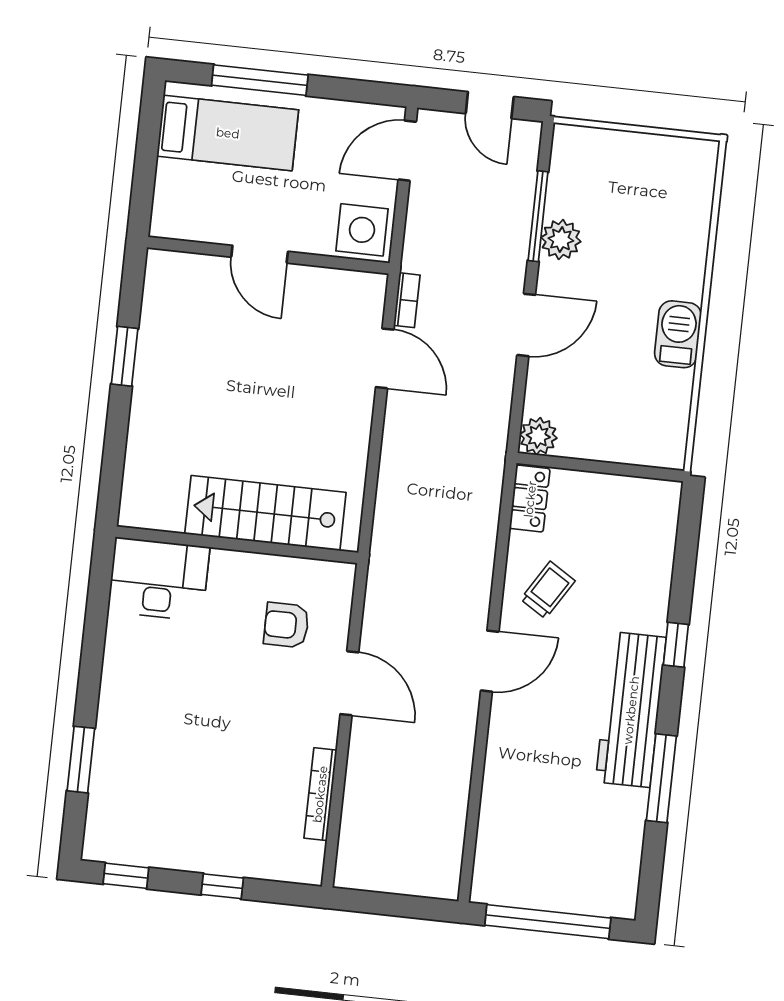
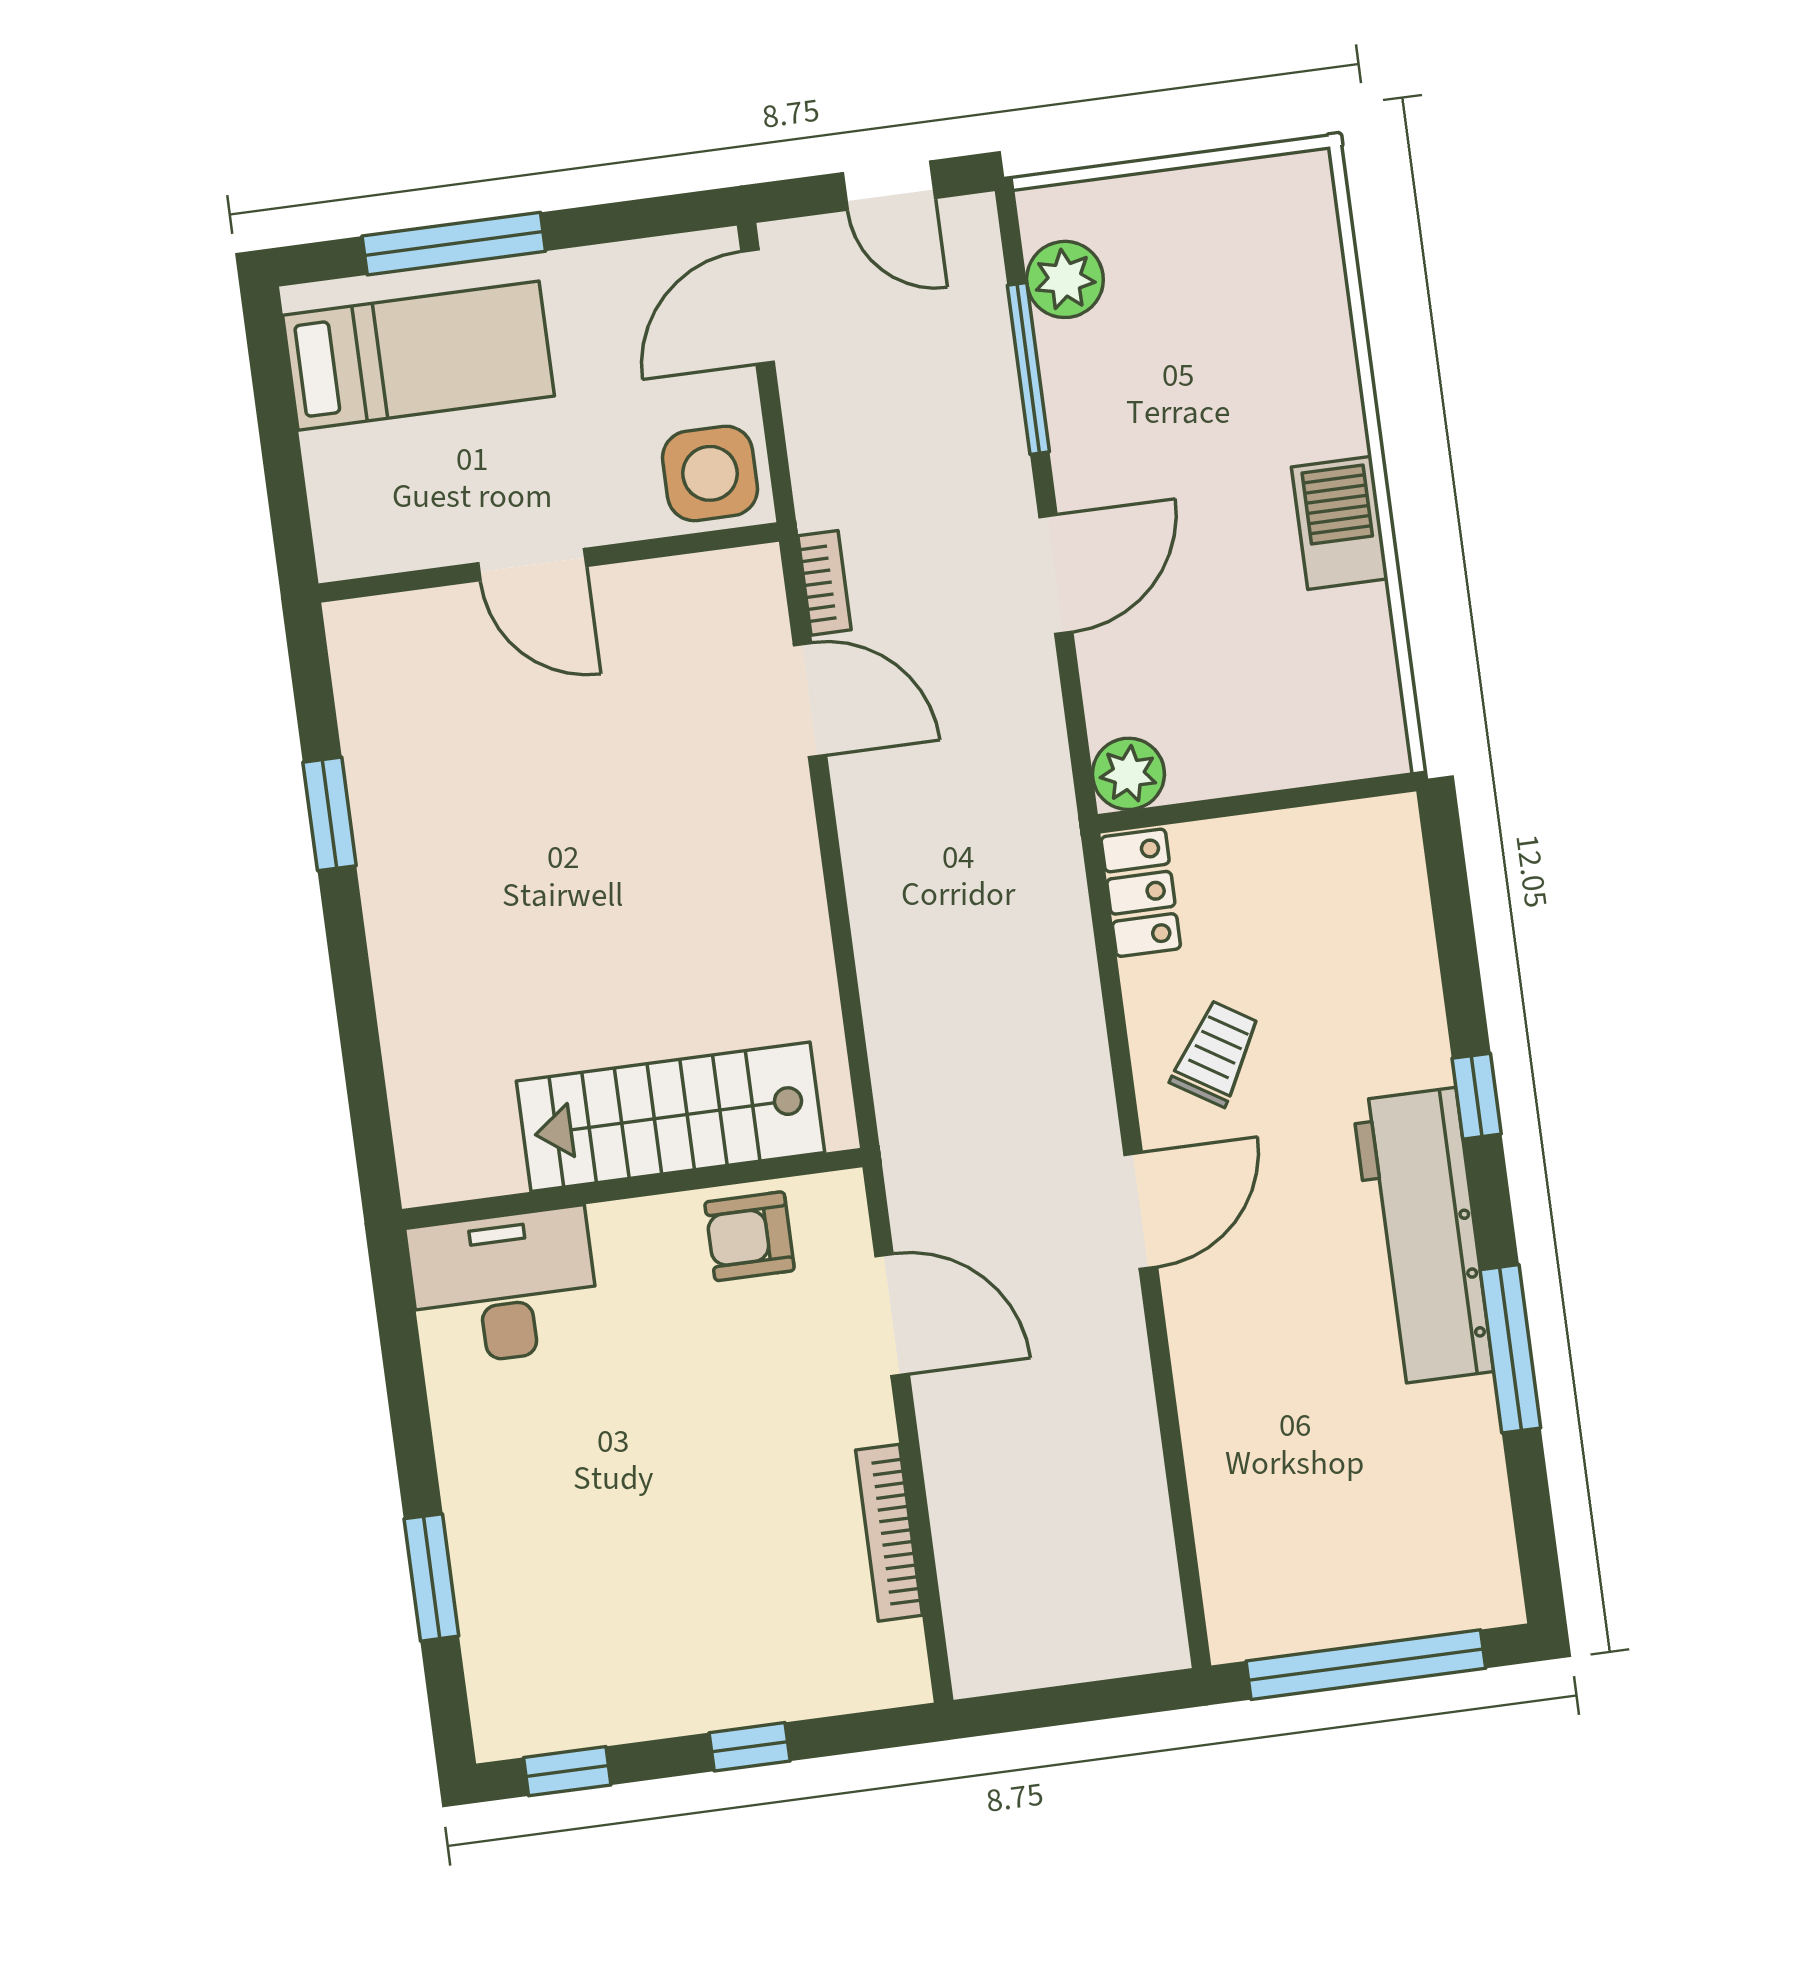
plant: (561, 240) -> (1065, 279), moved
stairs: (265, 513) -> (671, 1117), moved
wall: (237, 545) -> (632, 1188), moved
desk: (159, 579) -> (504, 1287), moved

